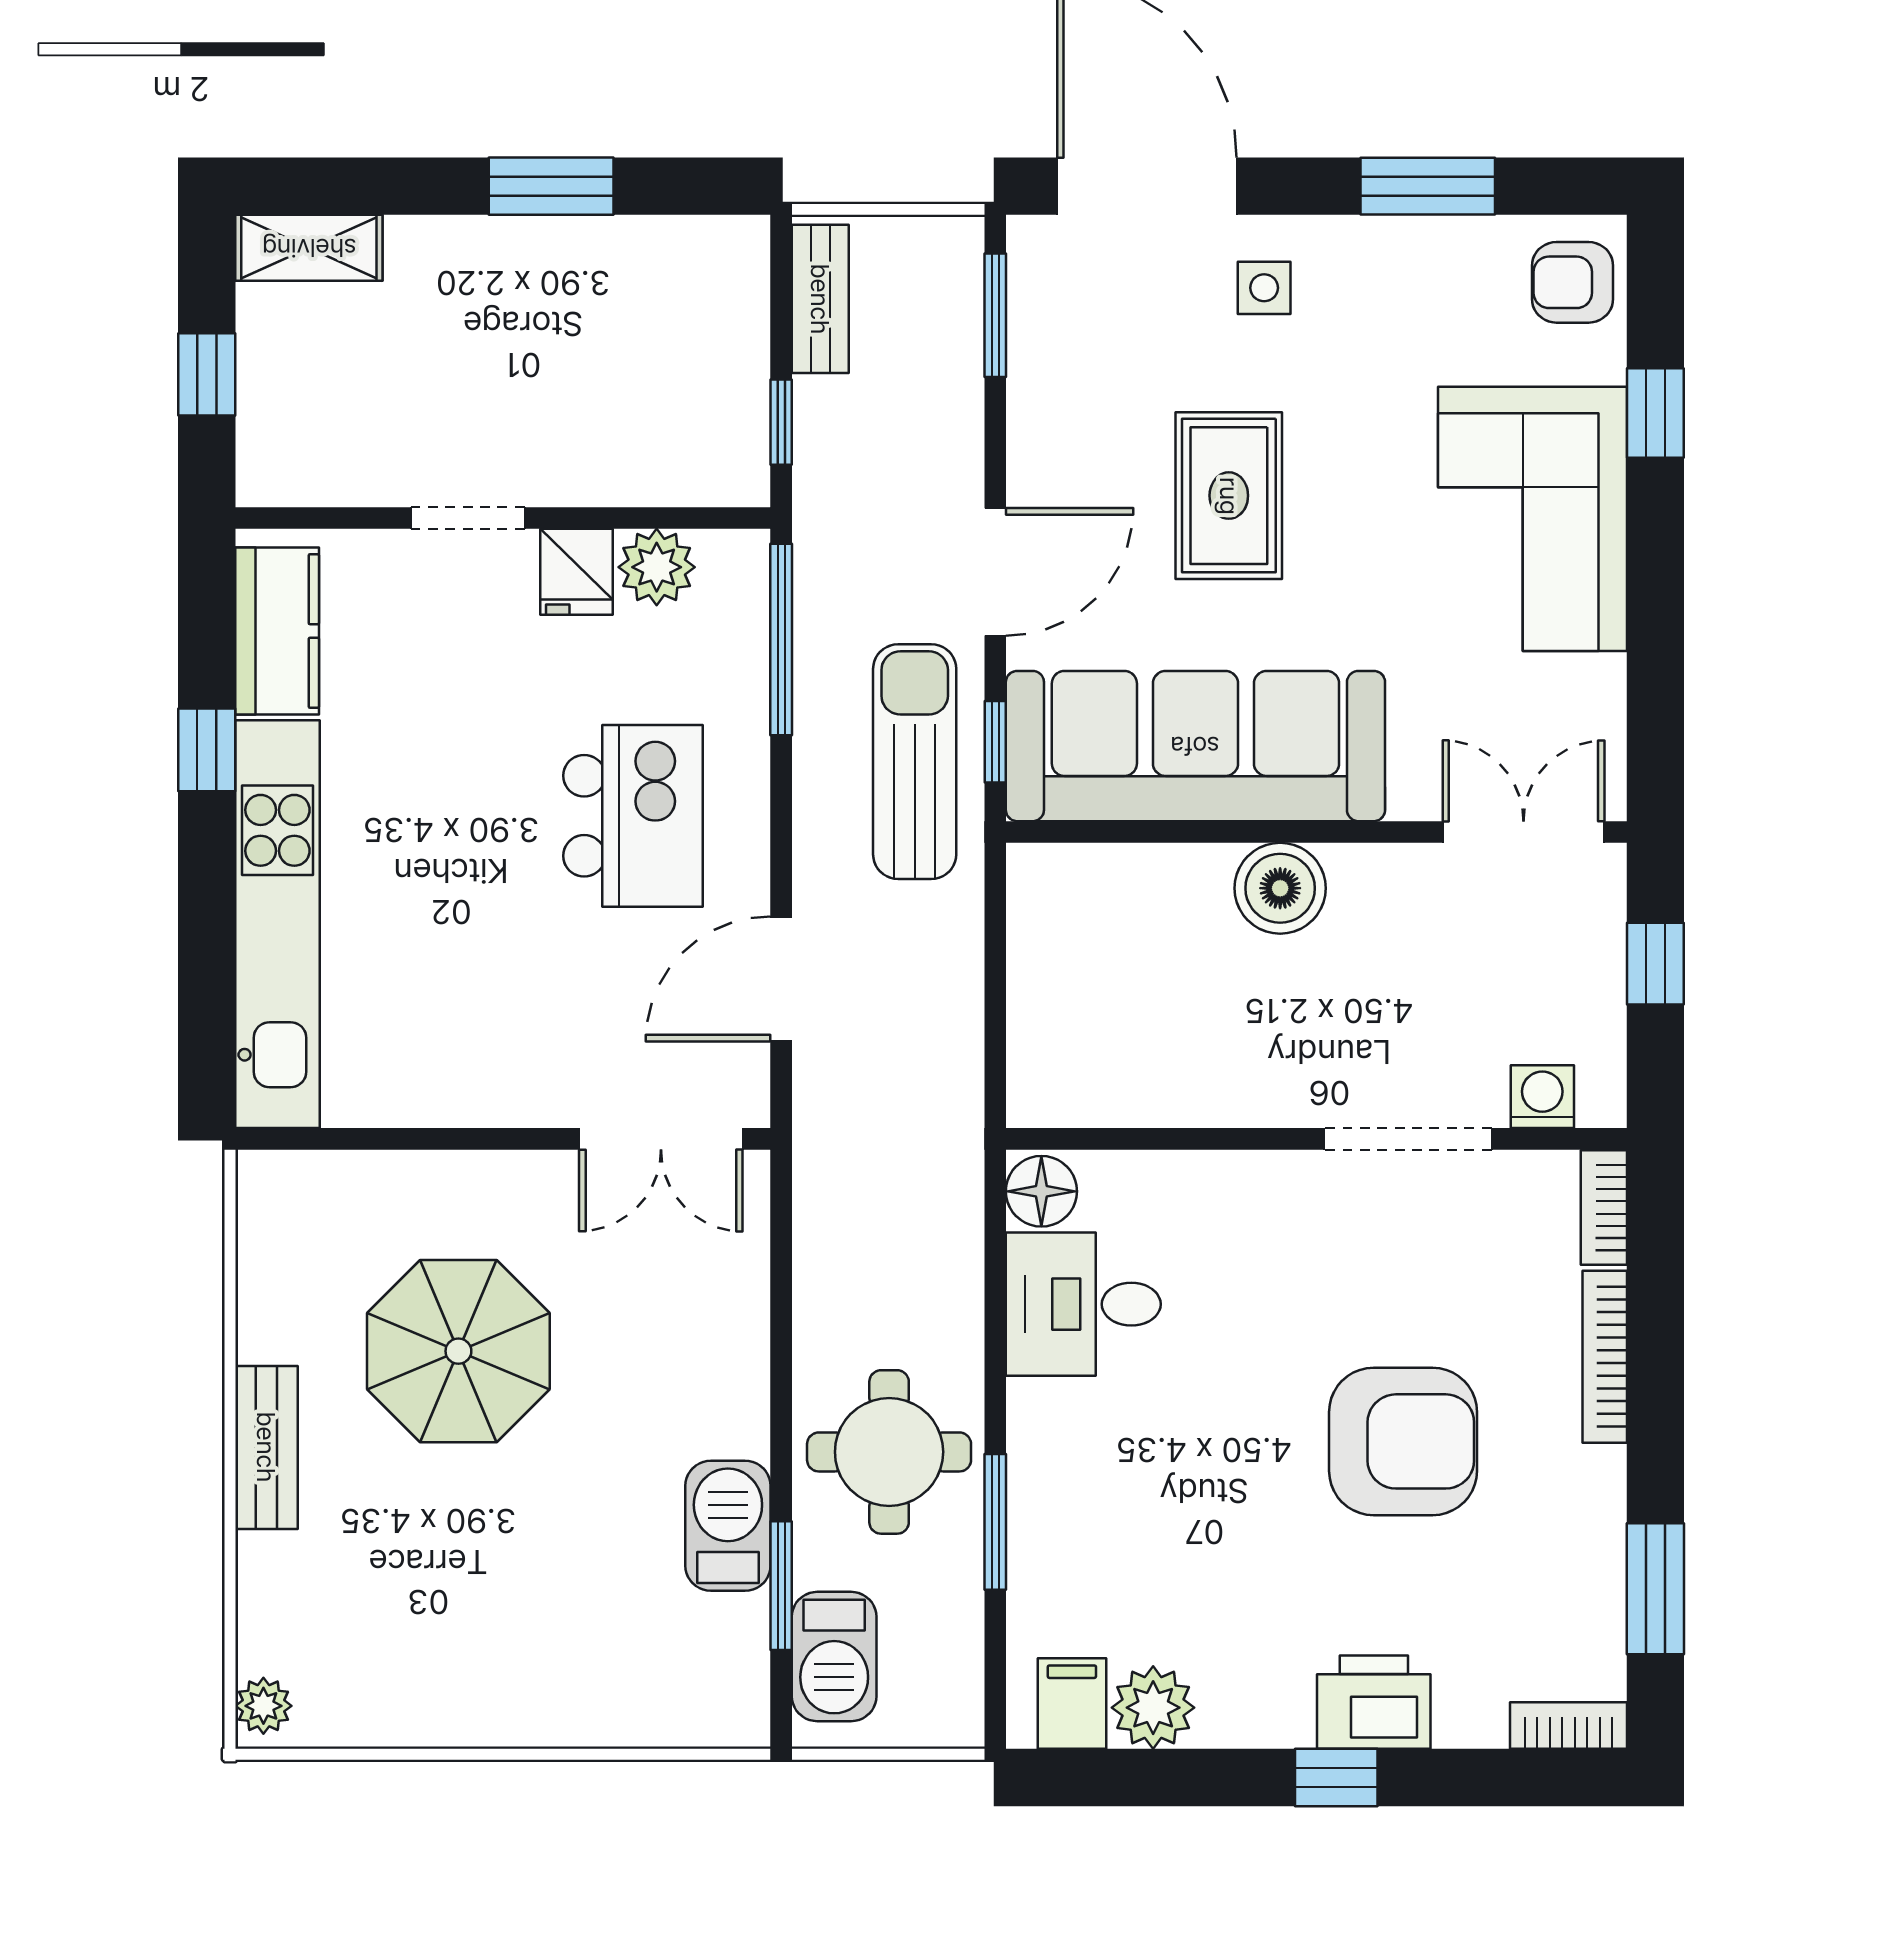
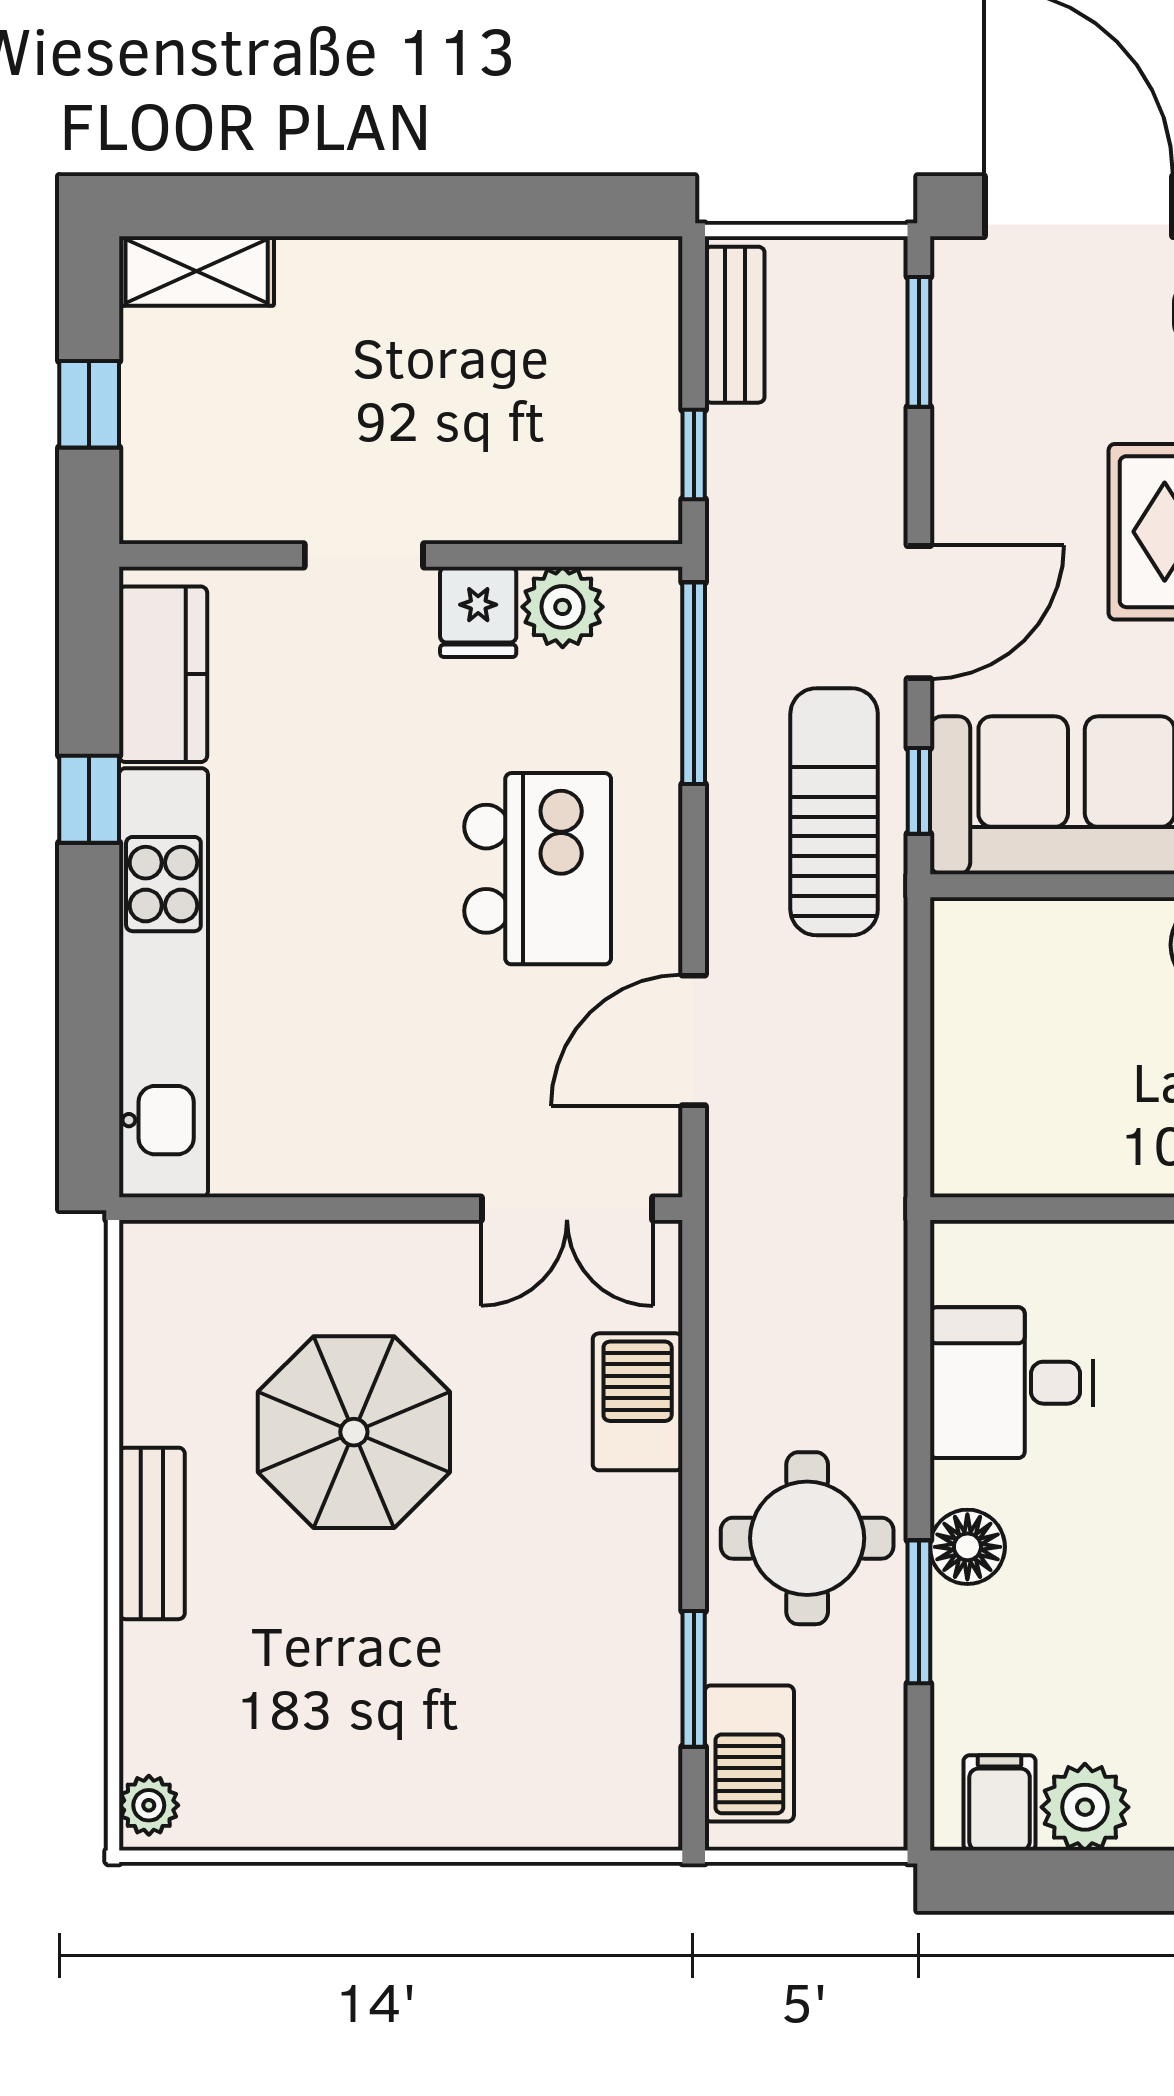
window: (551, 186) -> (451, 206), removed
floor lamp: (1041, 1191) -> (967, 1547), moved
barbecue: (728, 1526) -> (638, 1402), moved

